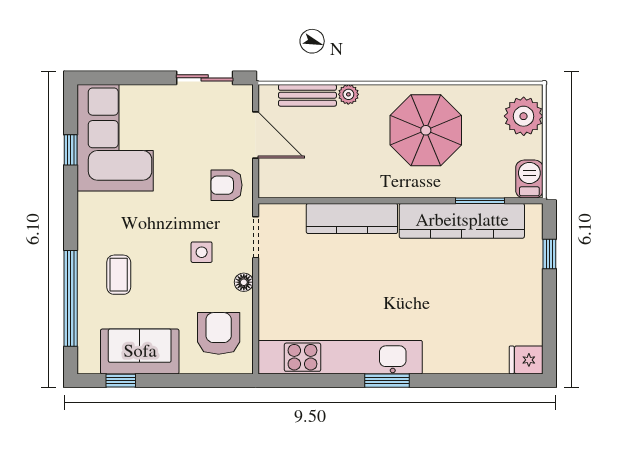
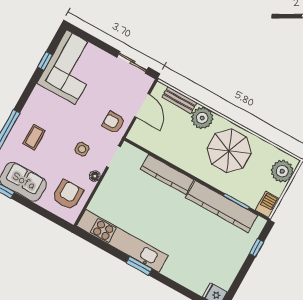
plant: (348, 94) -> (202, 118), width x1.88, depth x1.88

